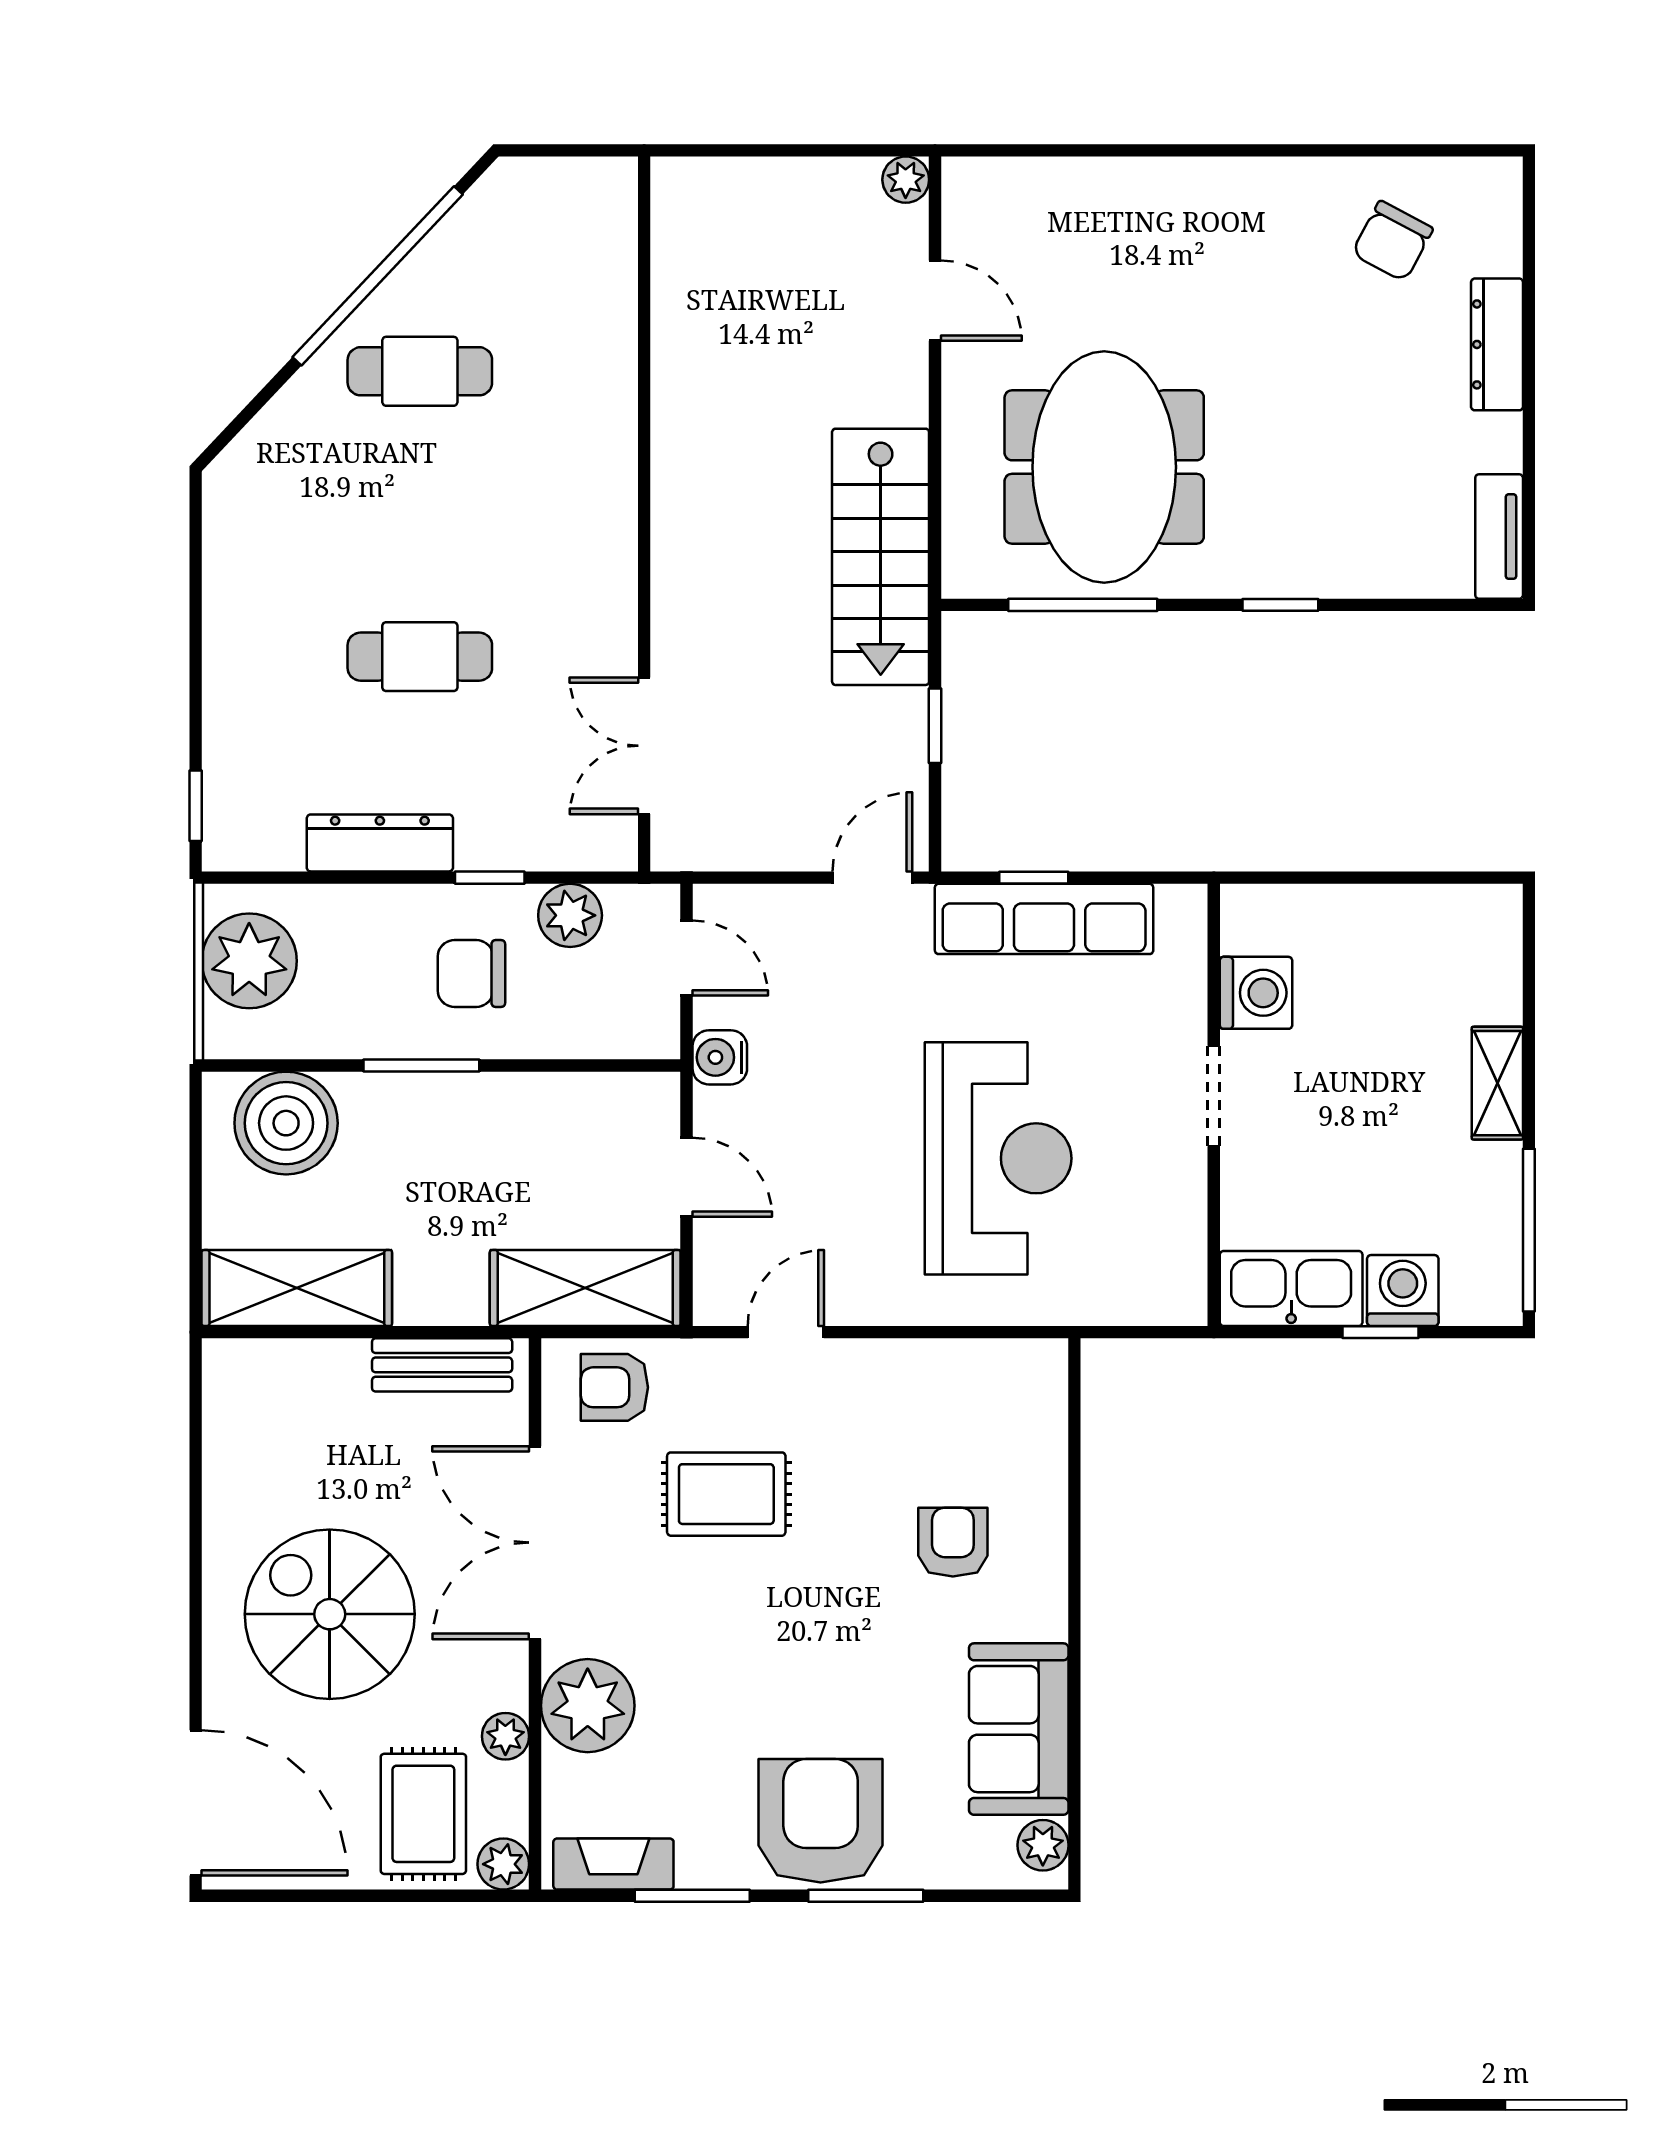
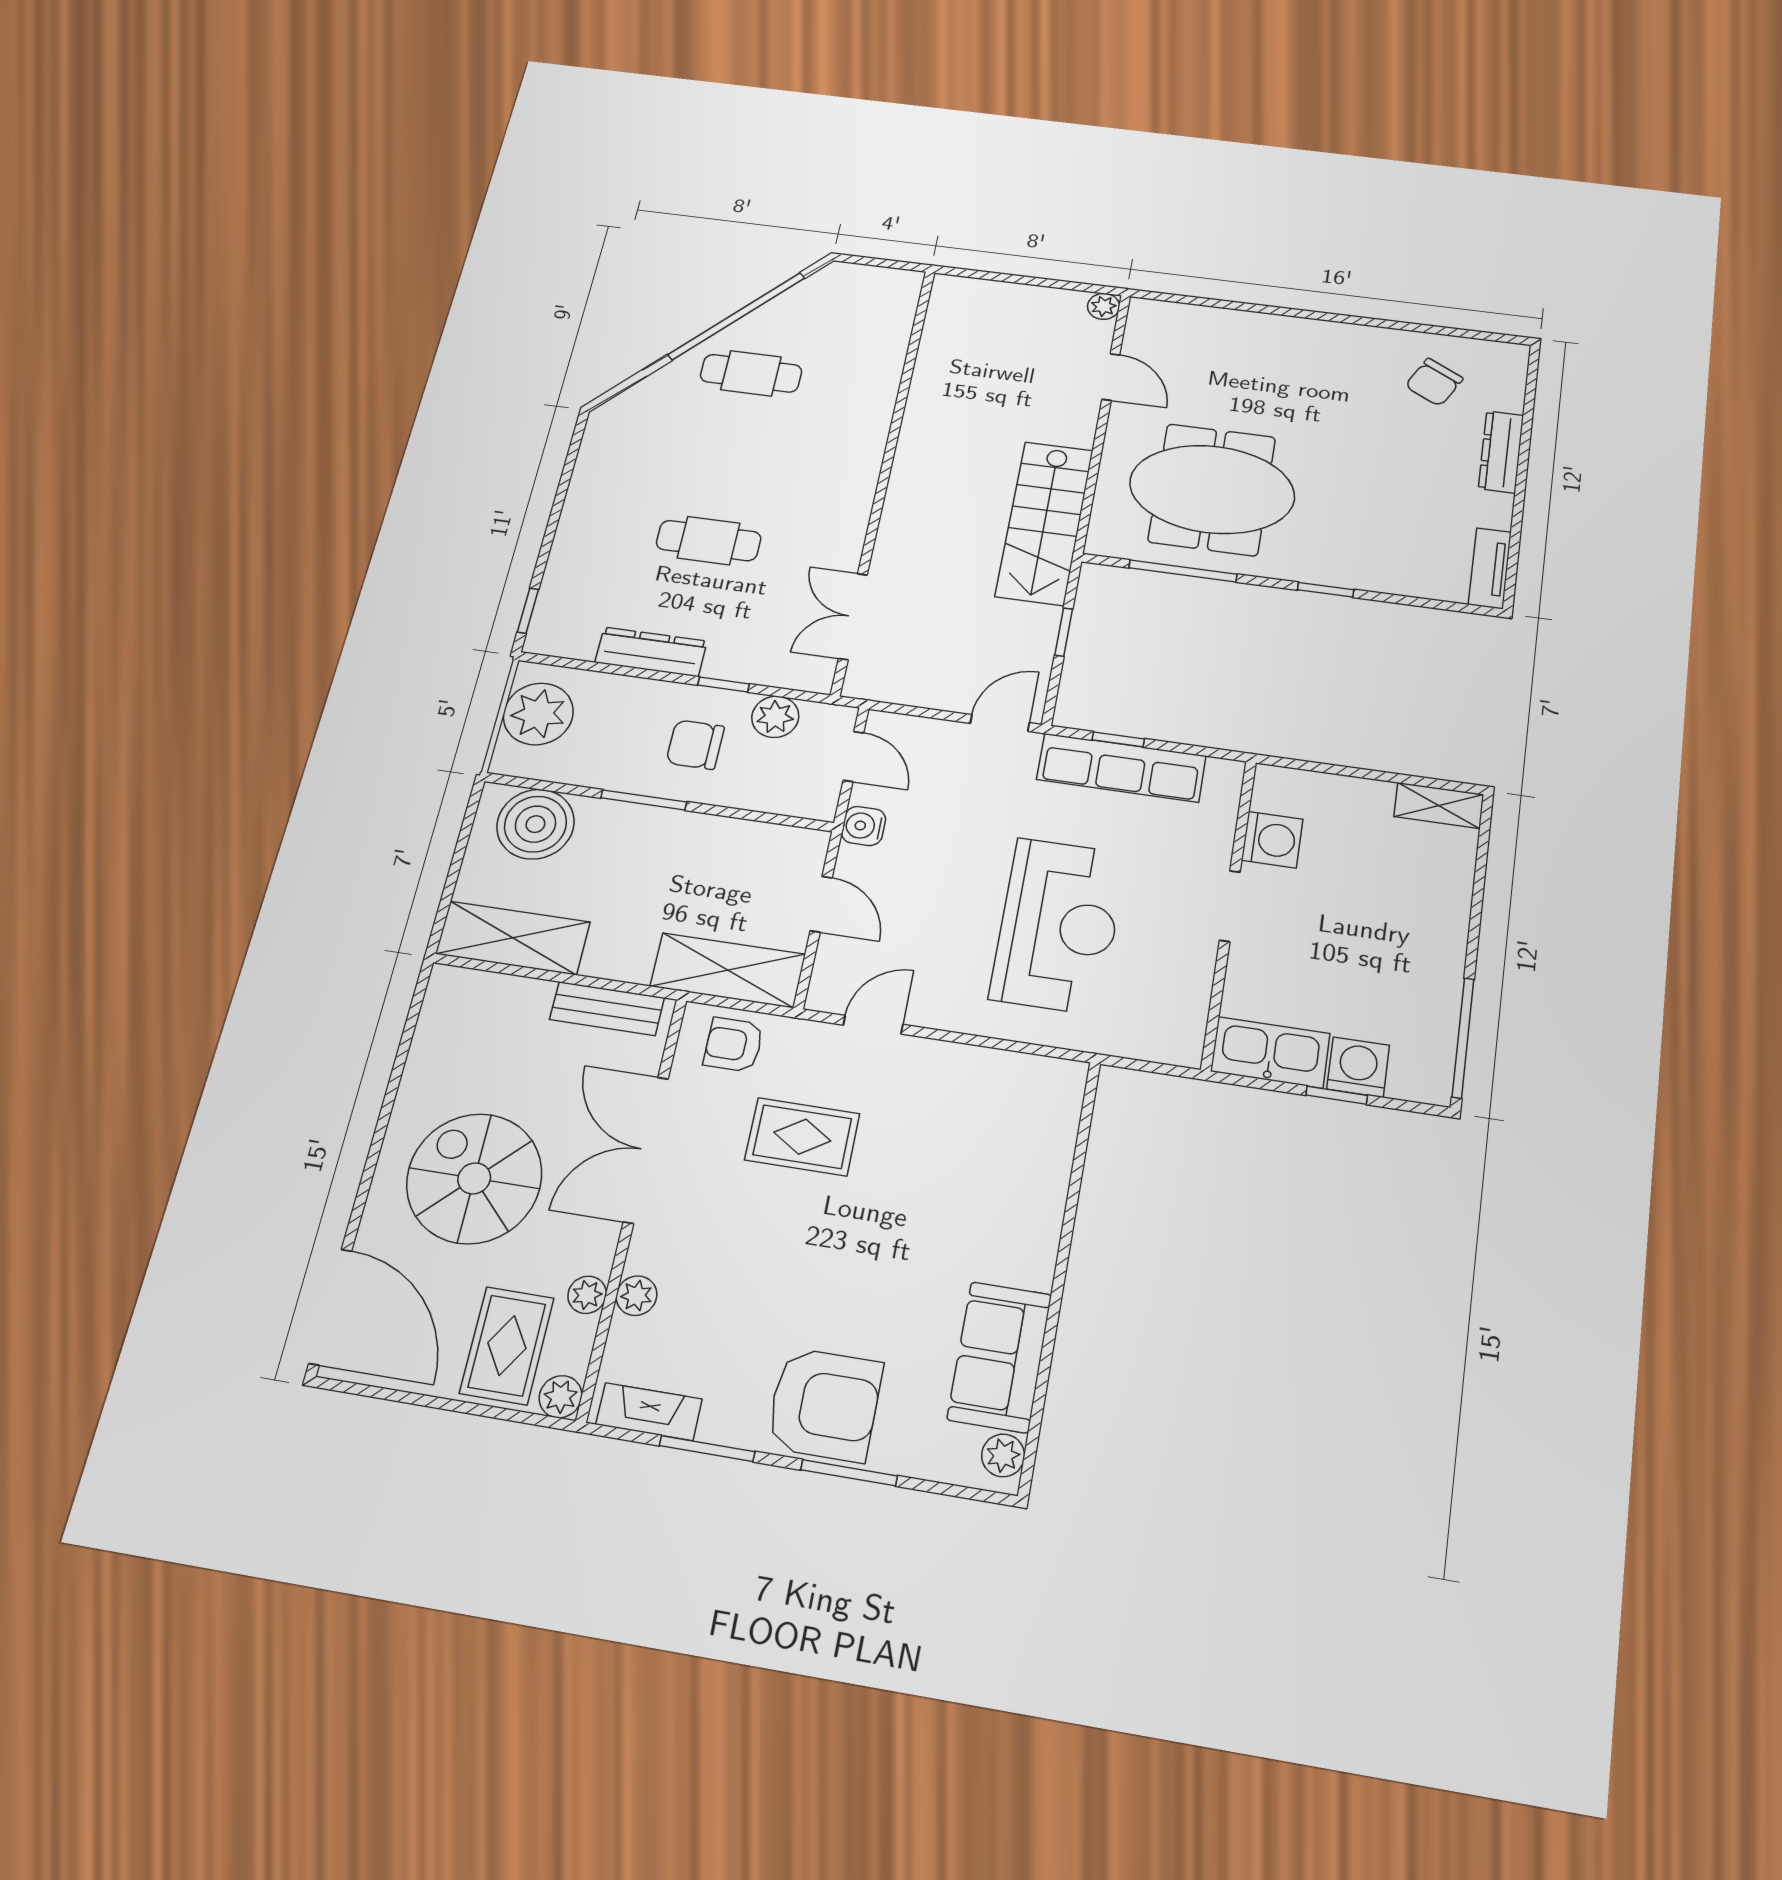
meeting table: (1104, 467) -> (1212, 489), turned 90
shelving: (1497, 1083) -> (1439, 805), moved, turned 90
armchair: (953, 1542) -> (973, 1201), removed
plant: (588, 1706) -> (636, 1296), width x0.53, depth x0.53
armchair: (821, 1821) -> (824, 1405), turned 90

